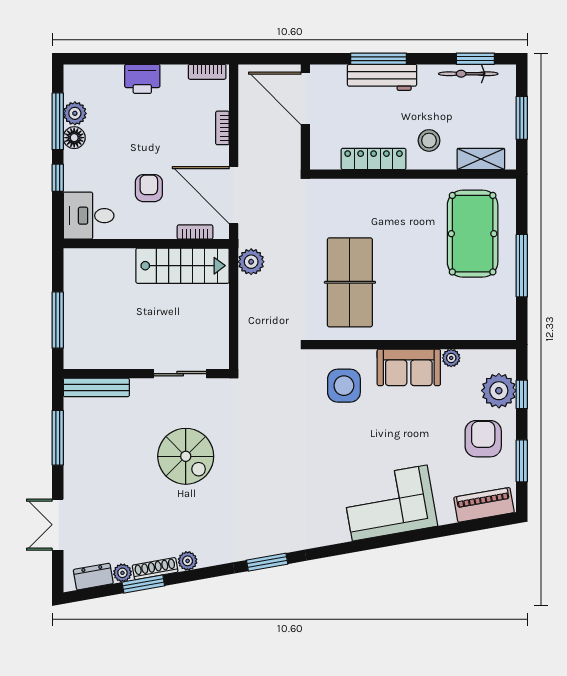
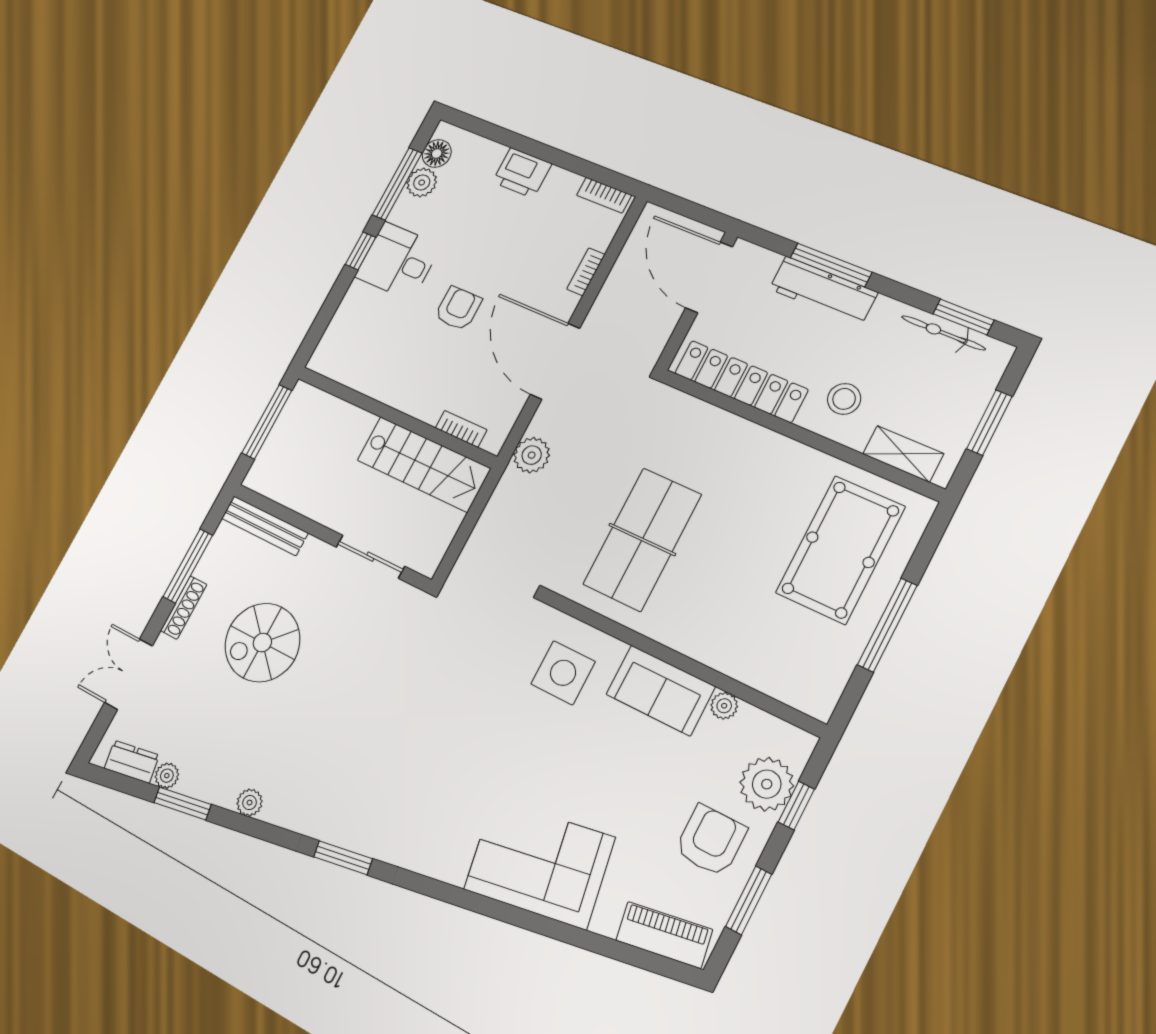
floor lamp: (74, 138) -> (437, 153), moved
locker: (374, 159) -> (741, 381), width x1.41, depth x1.21
desk: (89, 216) -> (398, 261), moved
bookcase: (195, 232) -> (461, 429), moved
wall: (146, 244) -> (396, 417), moved
stairs: (183, 266) -> (424, 464), moved
spiral stairs: (186, 456) -> (262, 643), moved, turned 90
shoe rack: (155, 569) -> (184, 608), moved, turned 100

